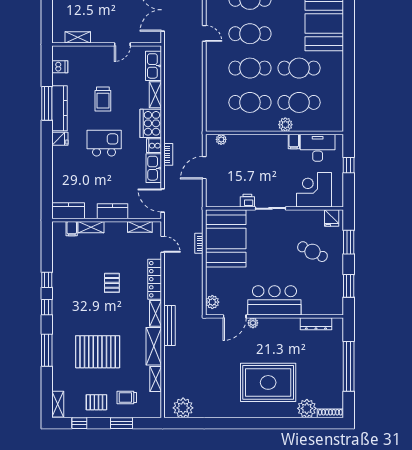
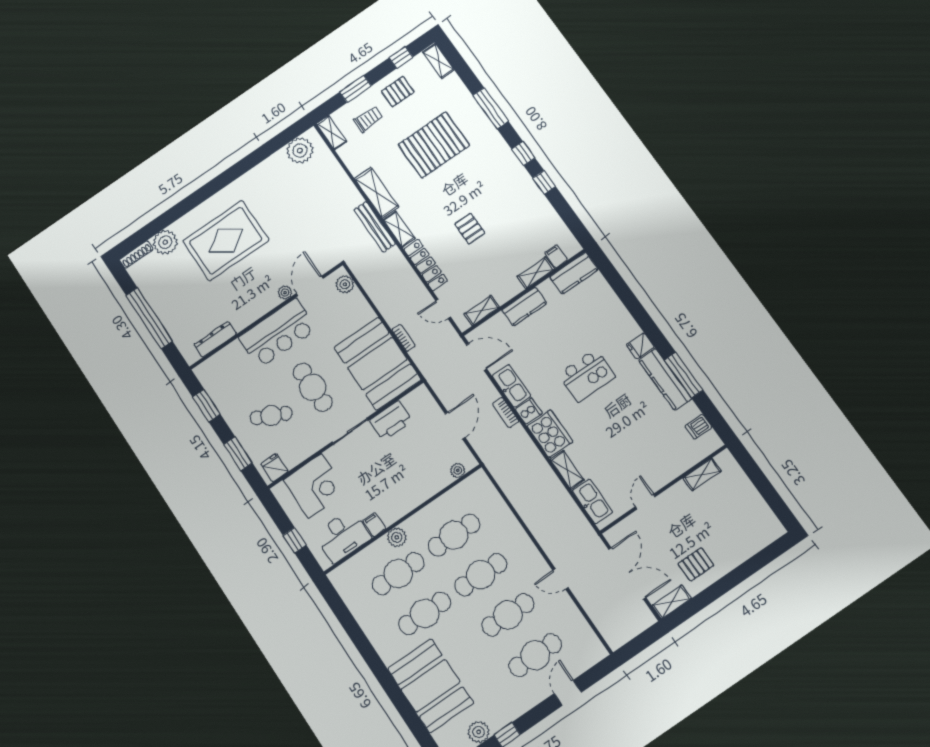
trolley: (103, 99) -> (623, 424), removed
printer: (247, 201) -> (391, 421), width x1.87, depth x1.48
cafe table: (275, 251) -> (313, 387), added
shelving: (156, 379) -> (331, 133), moved

